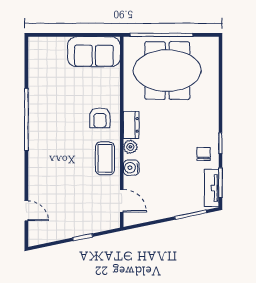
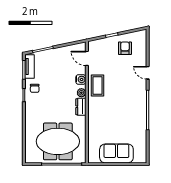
sofa: (94, 52) -> (116, 153), moved
armchair: (100, 118) -> (125, 48), moved
door: (26, 211) -> (148, 73), moved

